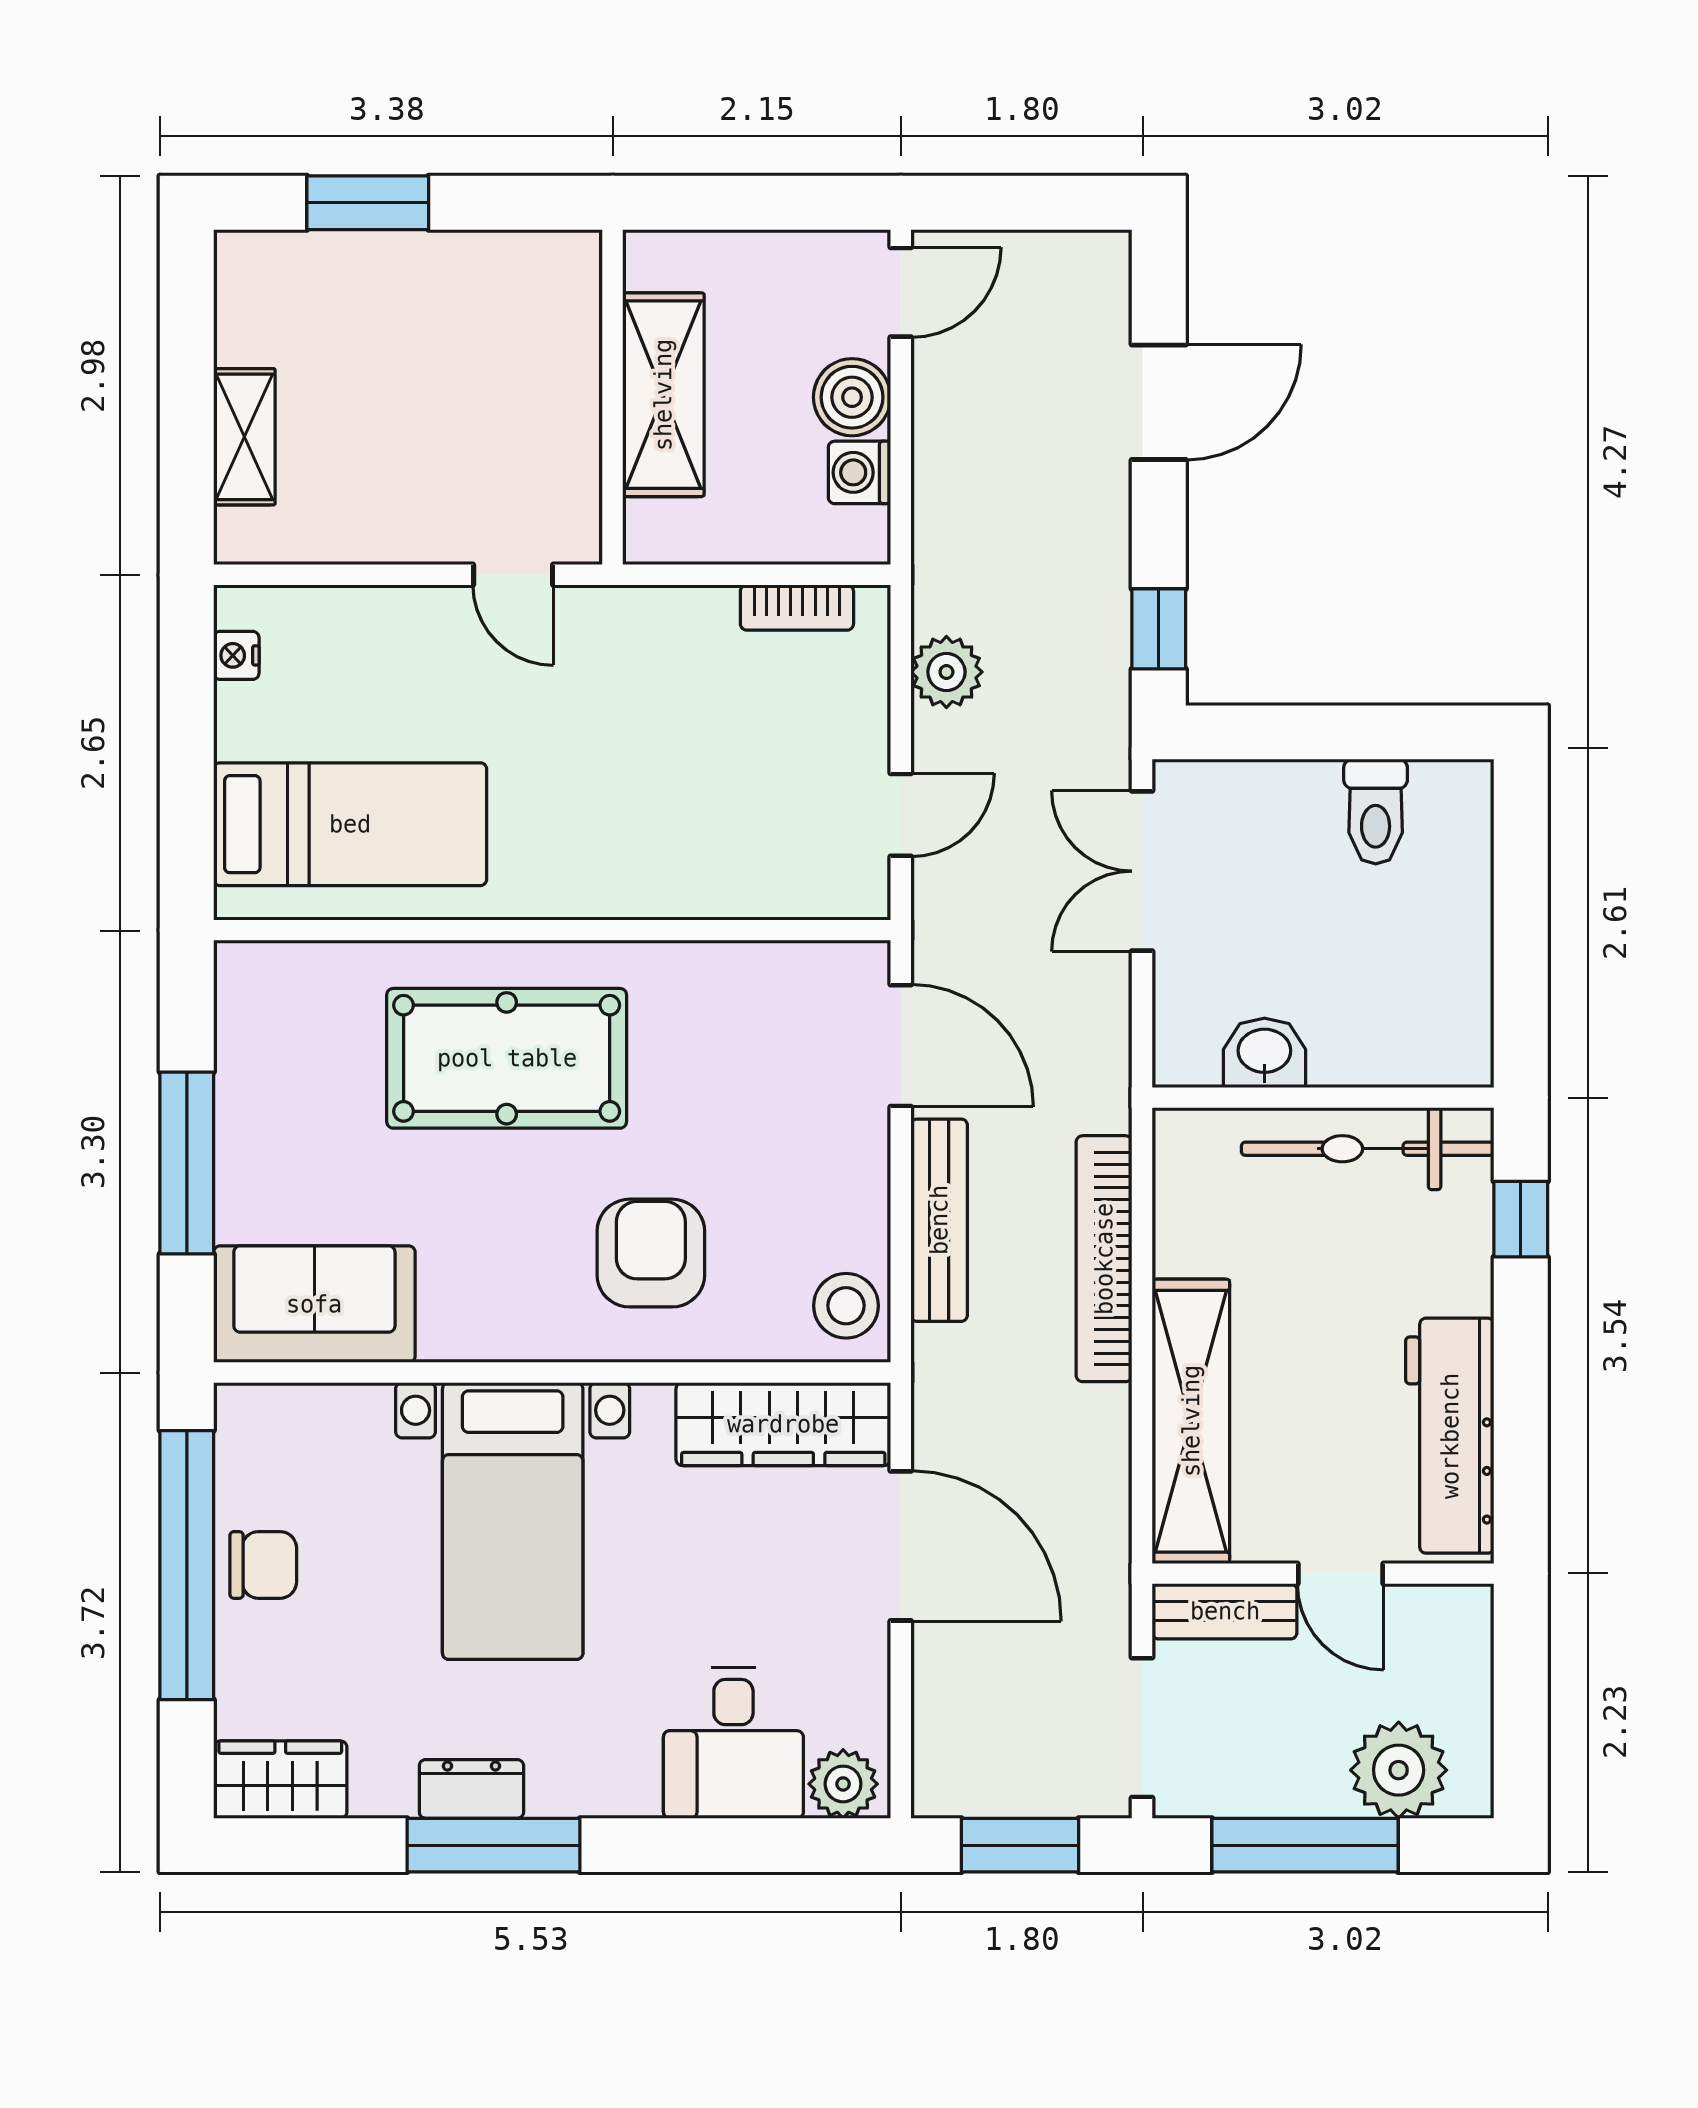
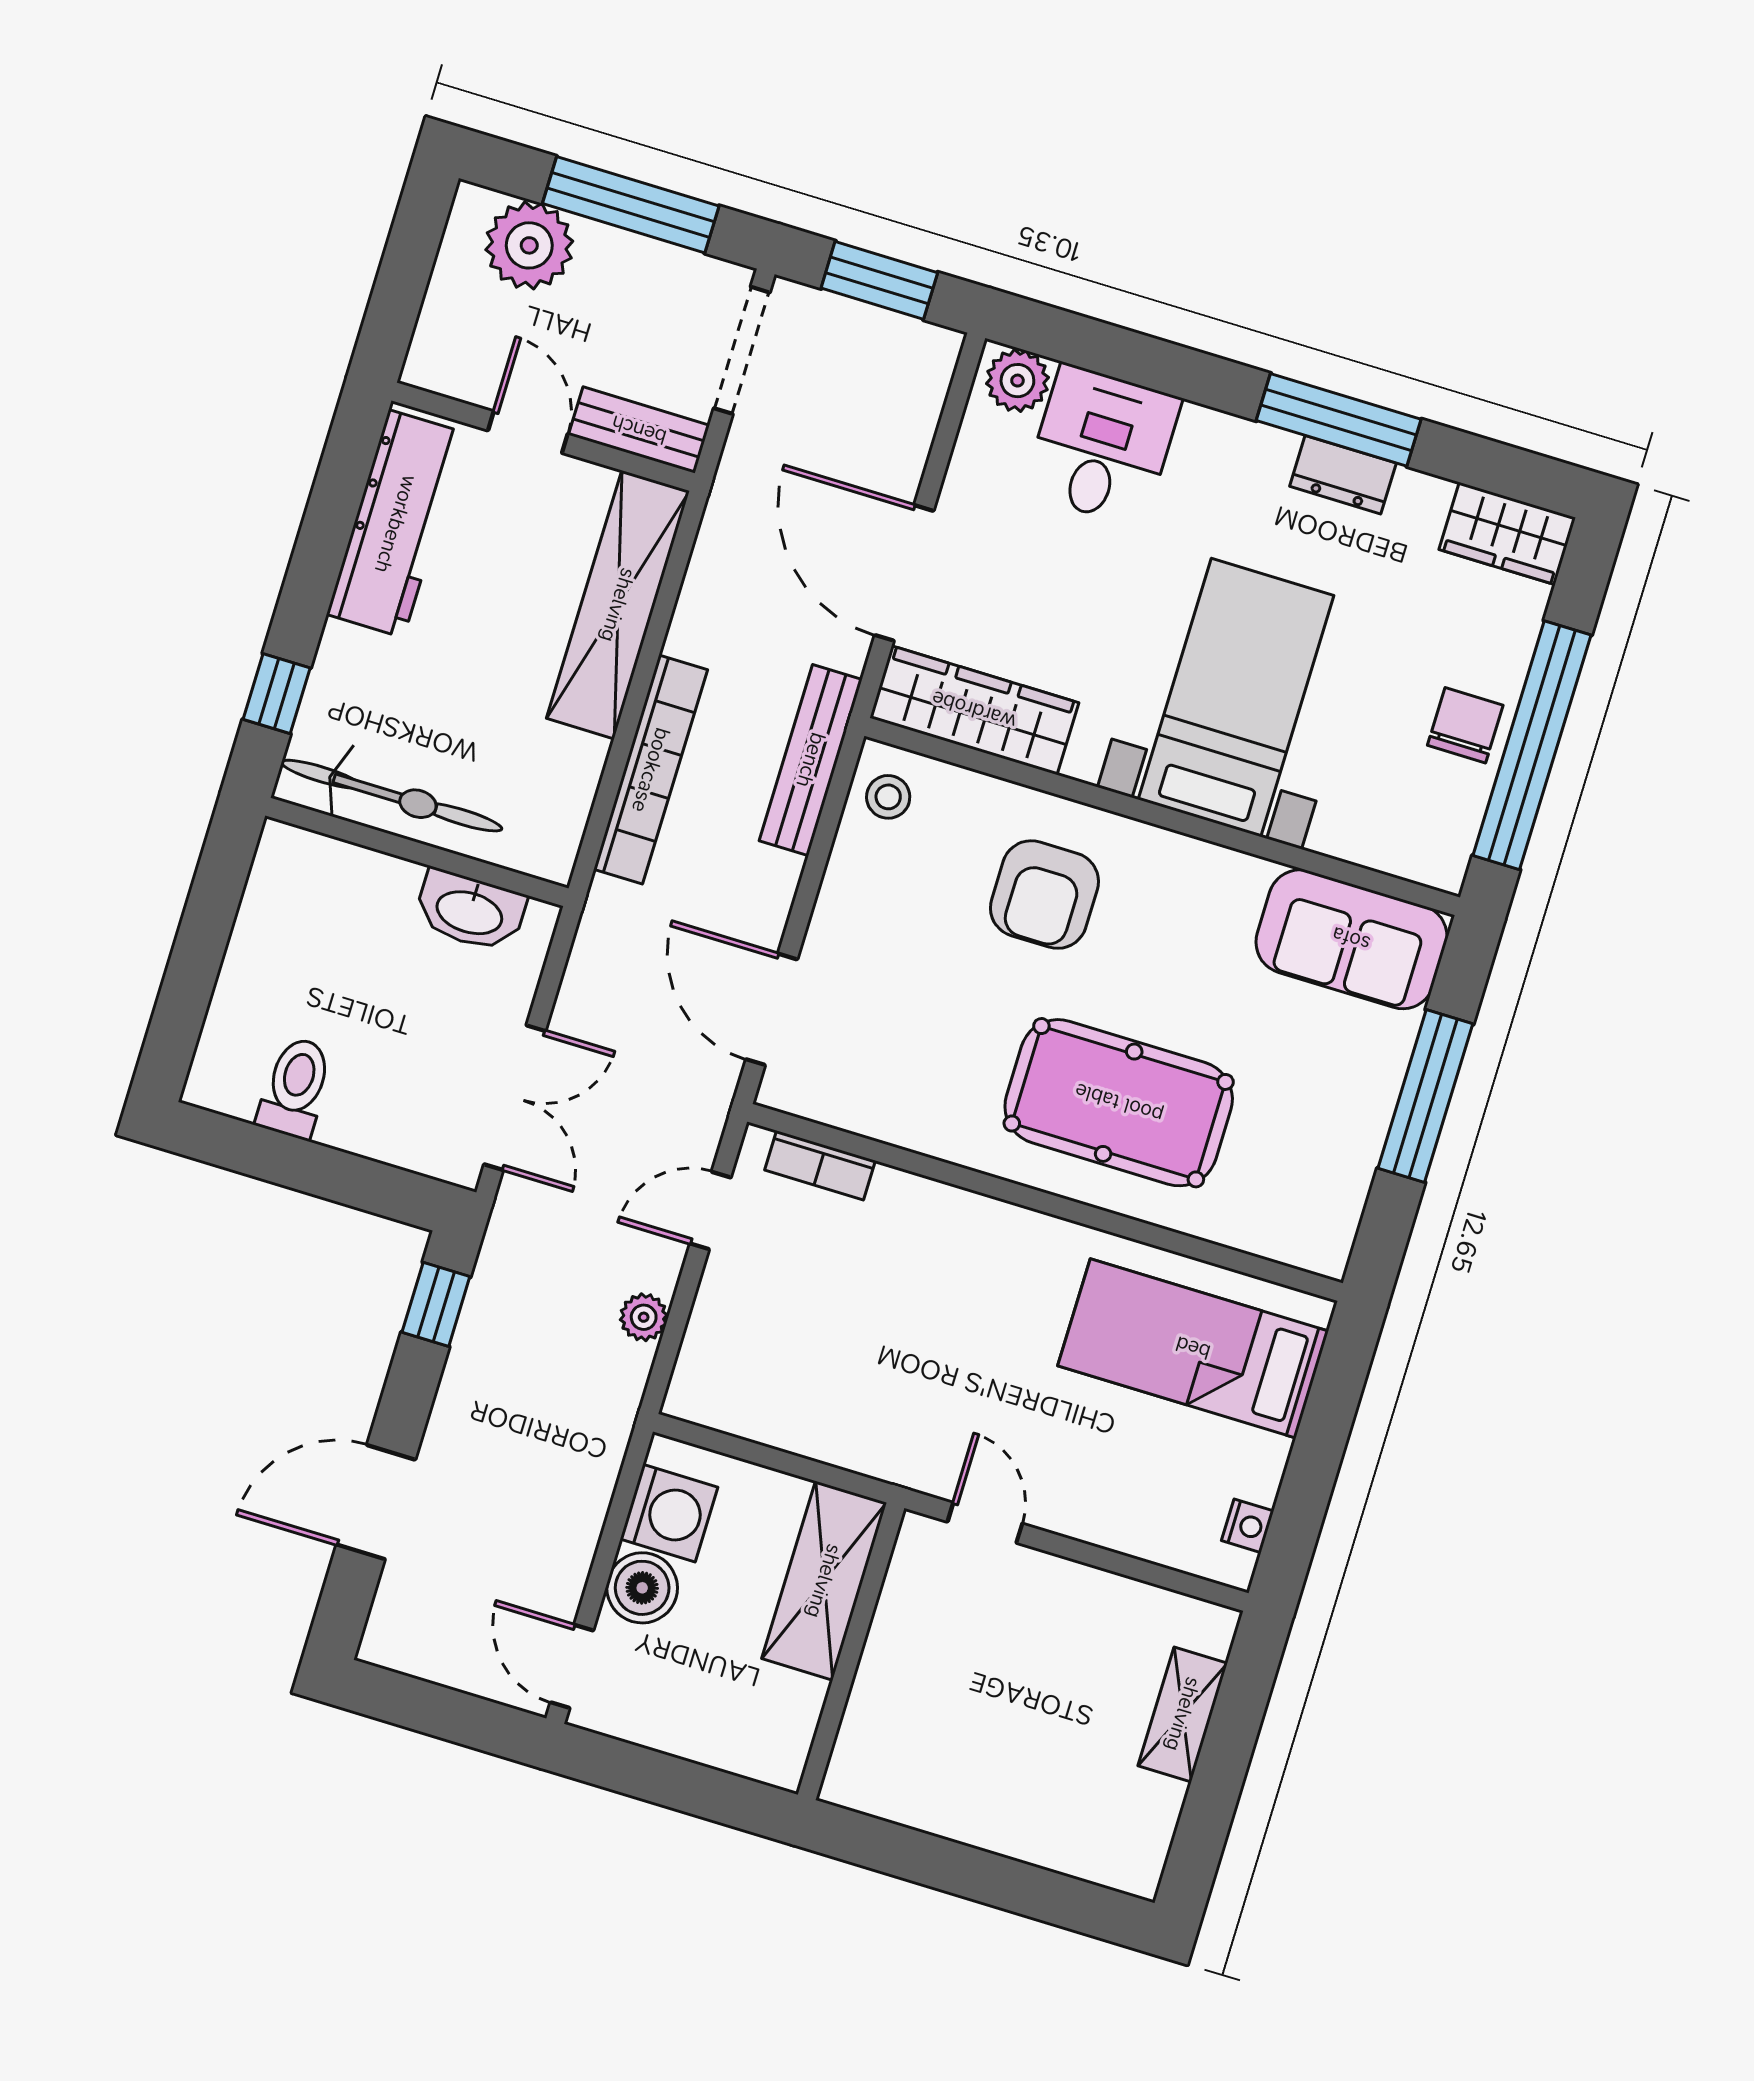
window: (368, 203) -> (1013, 1886), removed
door: (901, 292) -> (572, 1666), hinge flipped
shelving: (663, 395) -> (824, 1581), moved
washing machine: (859, 472) -> (669, 1513), width x1.38, depth x1.38
bookcase: (797, 607) -> (820, 1165), moved, turned 180
plant: (946, 672) -> (644, 1317), width x0.73, depth x0.73
washbasin: (1264, 1053) -> (470, 911), width x1.38
bench: (939, 1220) -> (811, 760), moved
stool: (846, 1306) -> (888, 797), width x0.73, depth x0.73
chair: (263, 1565) -> (1465, 725), turned 90

